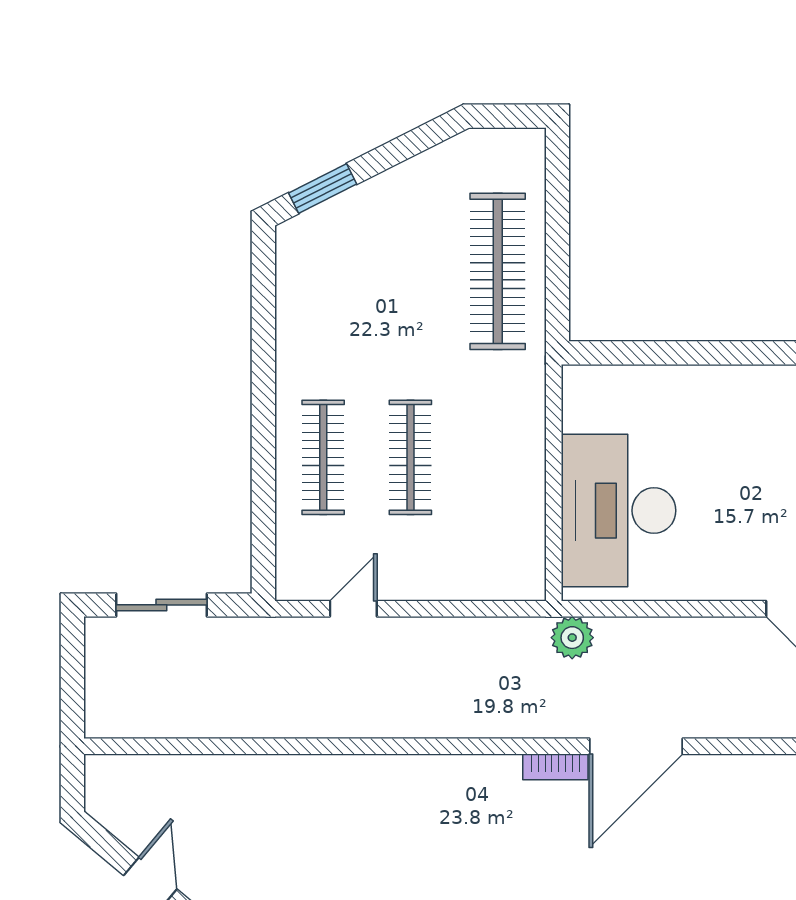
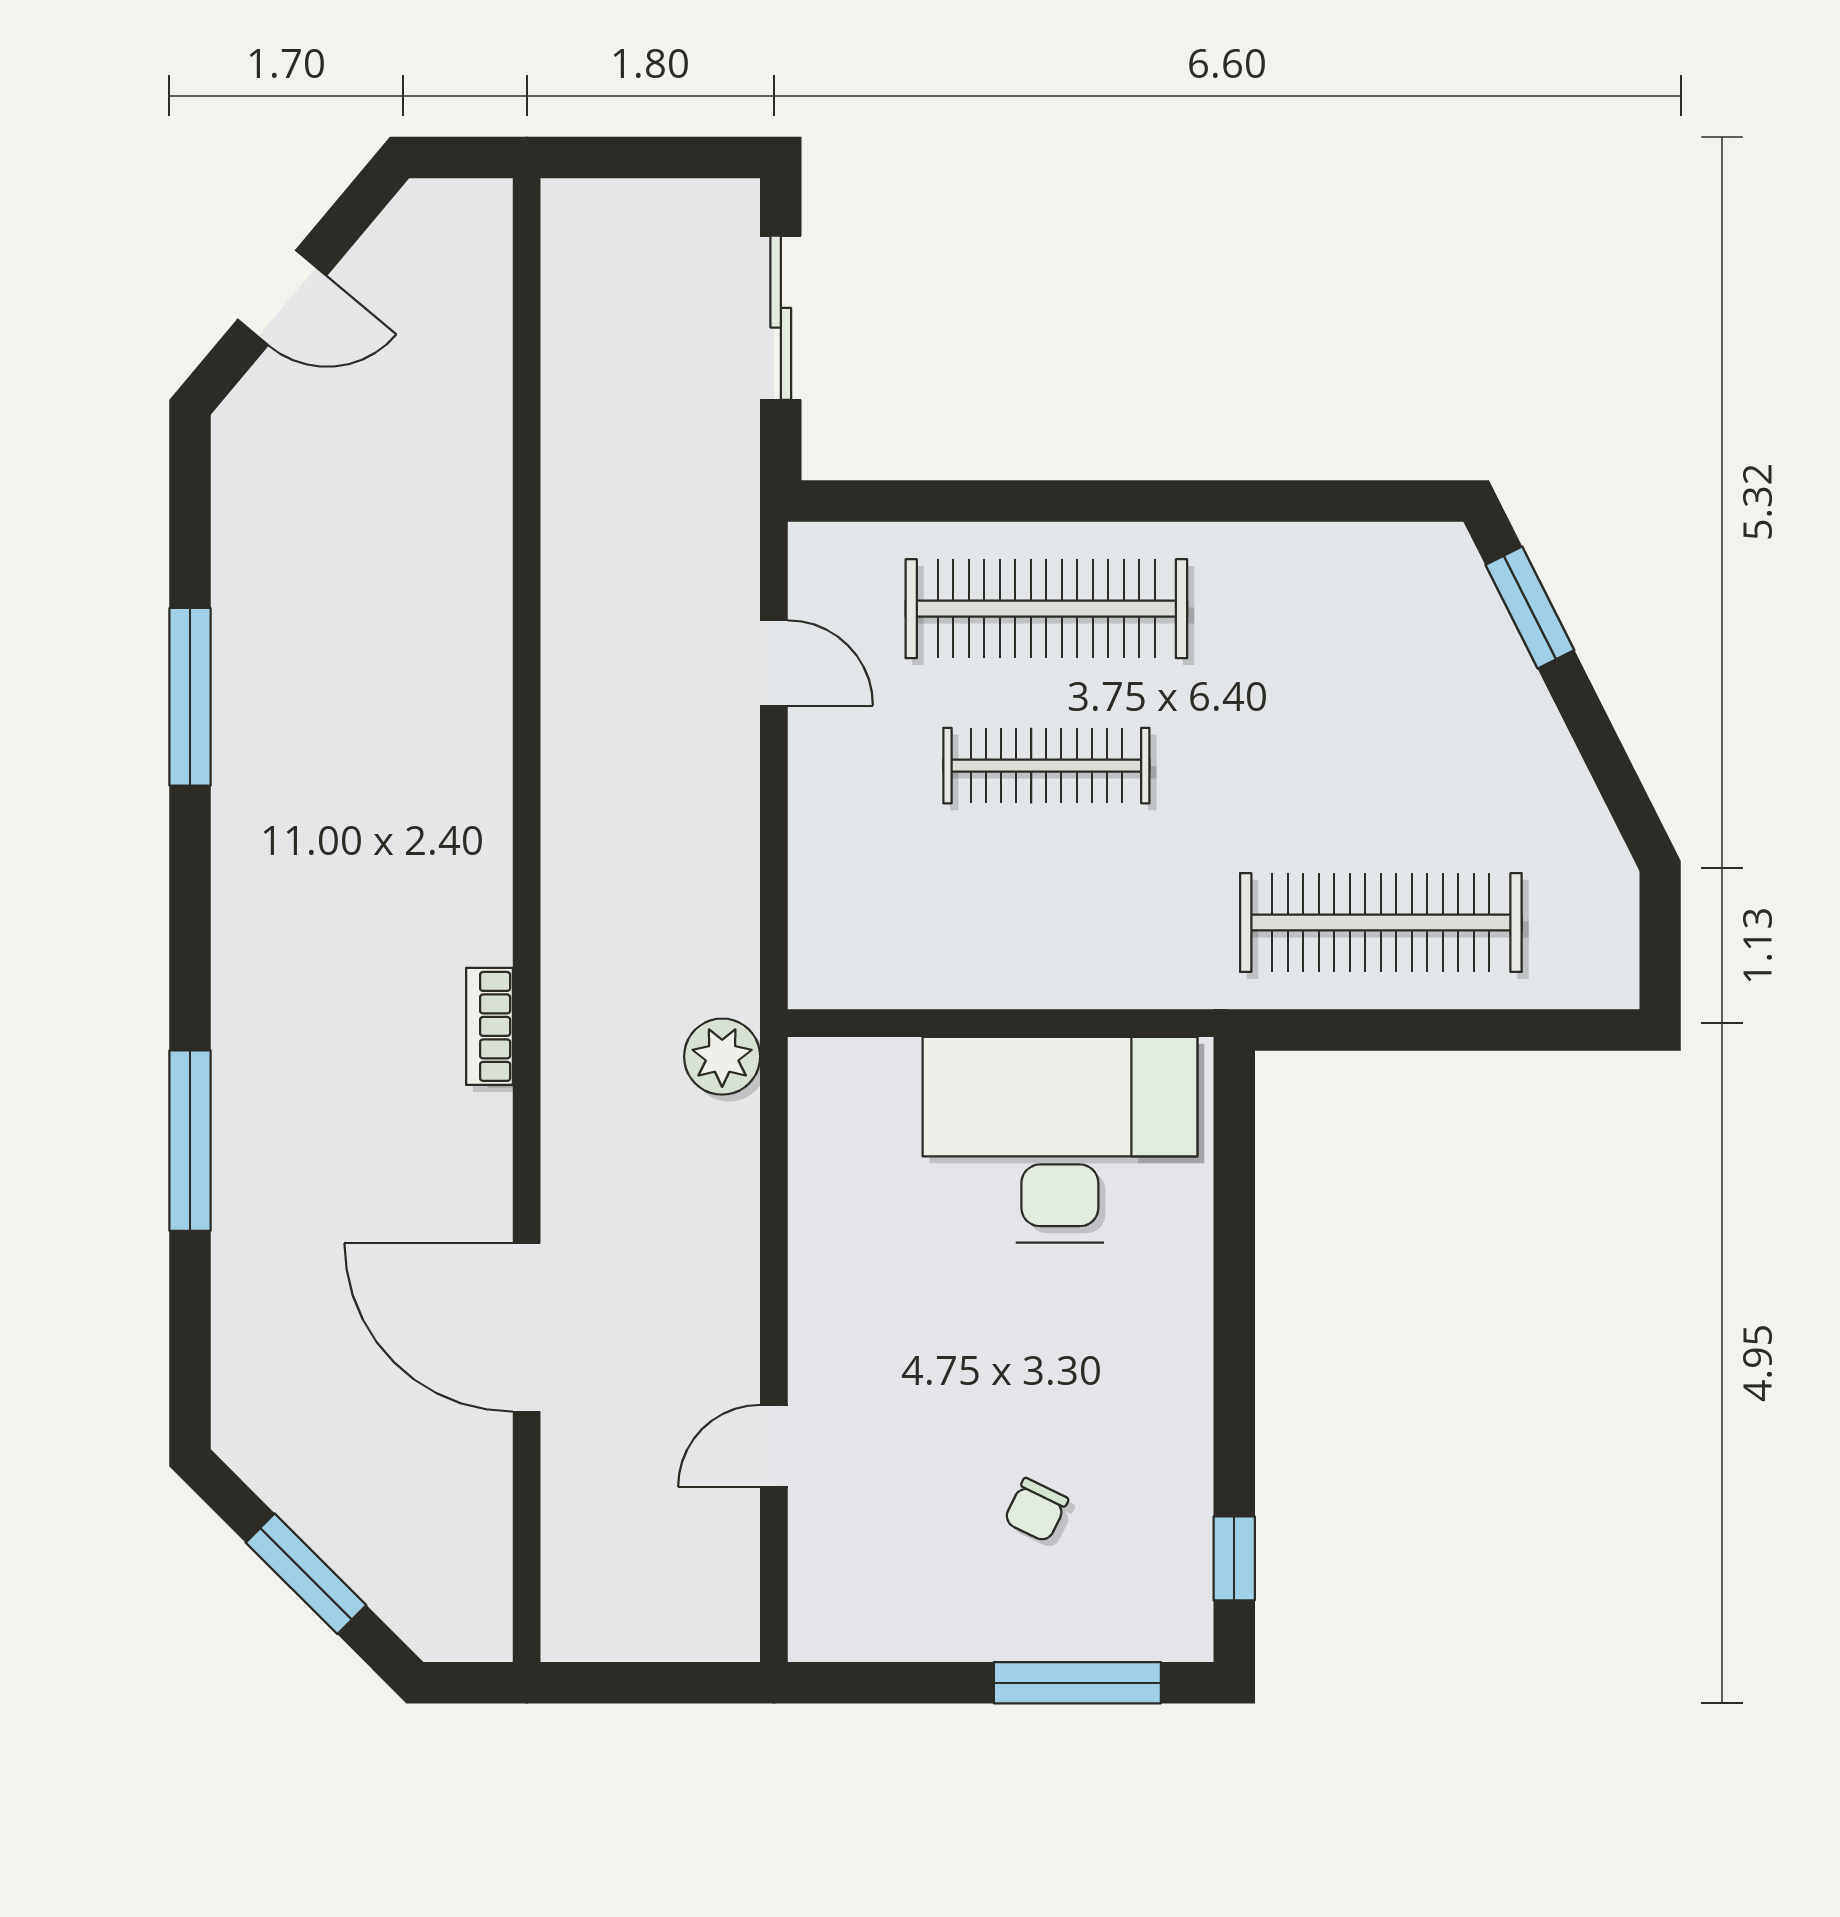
clothes rail: (323, 457) -> (1046, 609), width x1.37, depth x1.31
desk: (618, 511) -> (1060, 1140), moved
door: (636, 746) -> (527, 1327), moved

